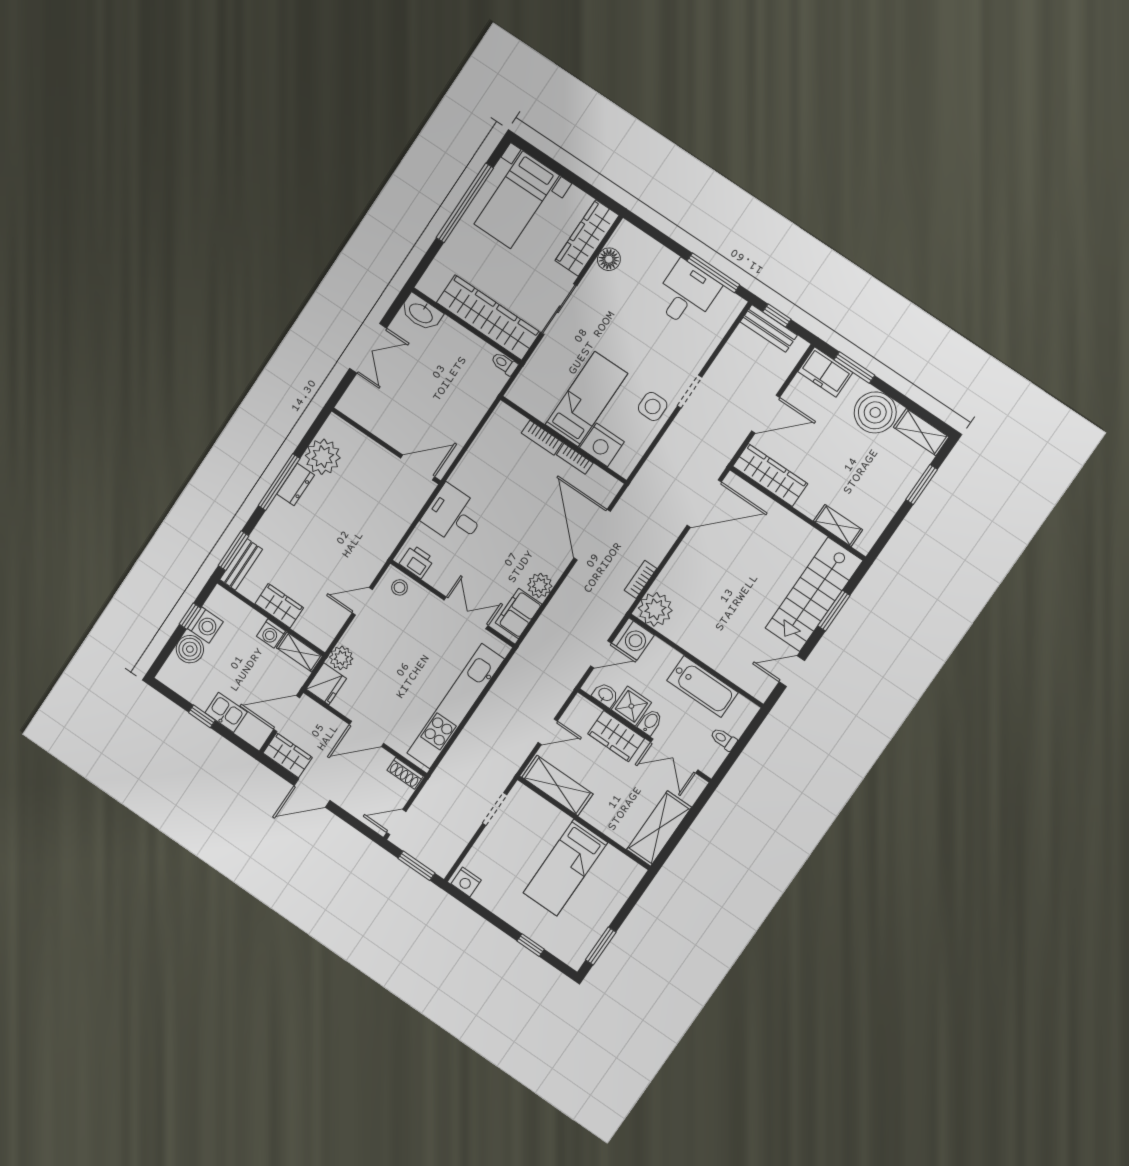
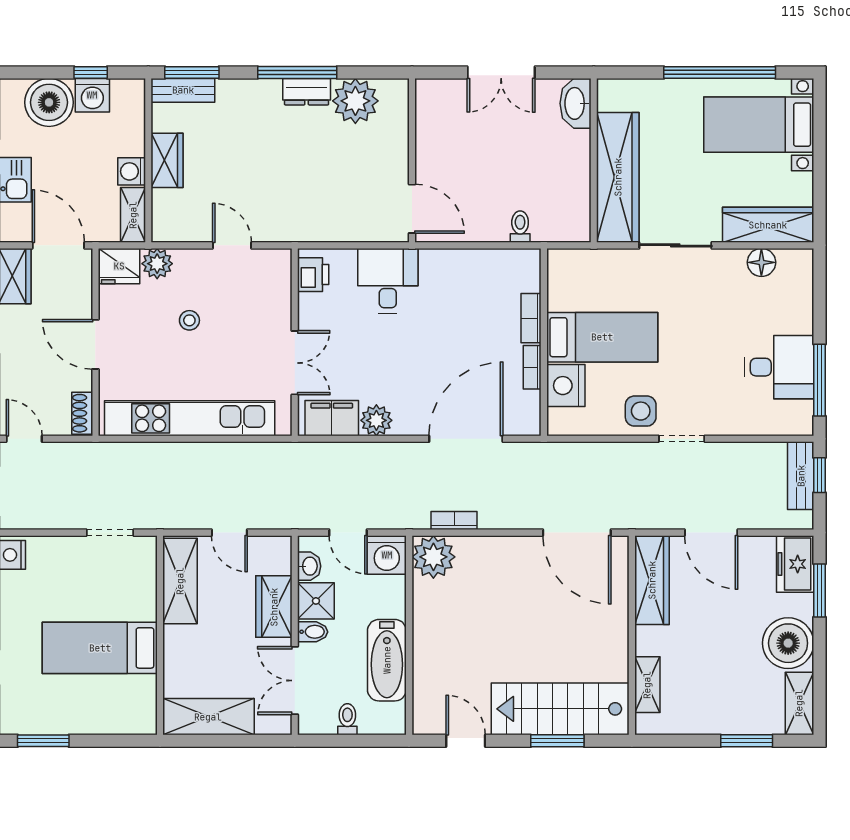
toilet: (504, 364) -> (520, 227), moved
stool: (400, 587) -> (189, 320), moved
boiler: (190, 649) -> (49, 102), width x1.37, depth x1.37

